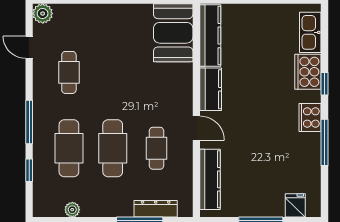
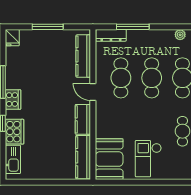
checkout: (117, 33) -> (148, 159), added
cafe table: (156, 148) -> (121, 78), width x1.37, depth x1.35
fridge: (295, 205) -> (12, 38), moved
dresser: (156, 209) -> (111, 35), moved

